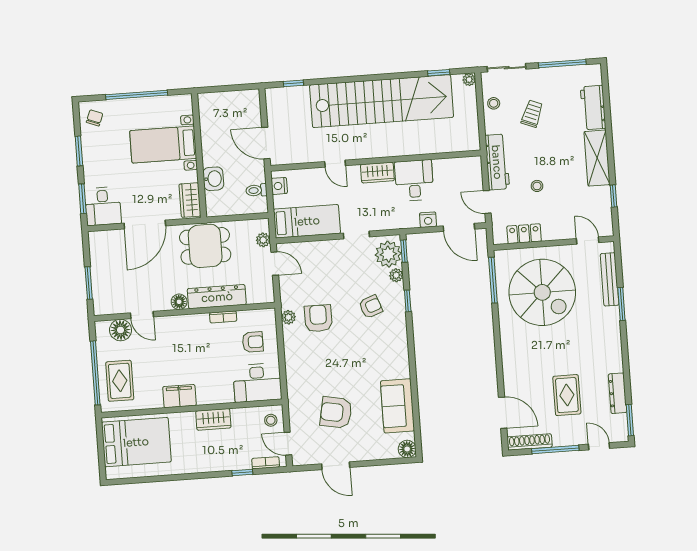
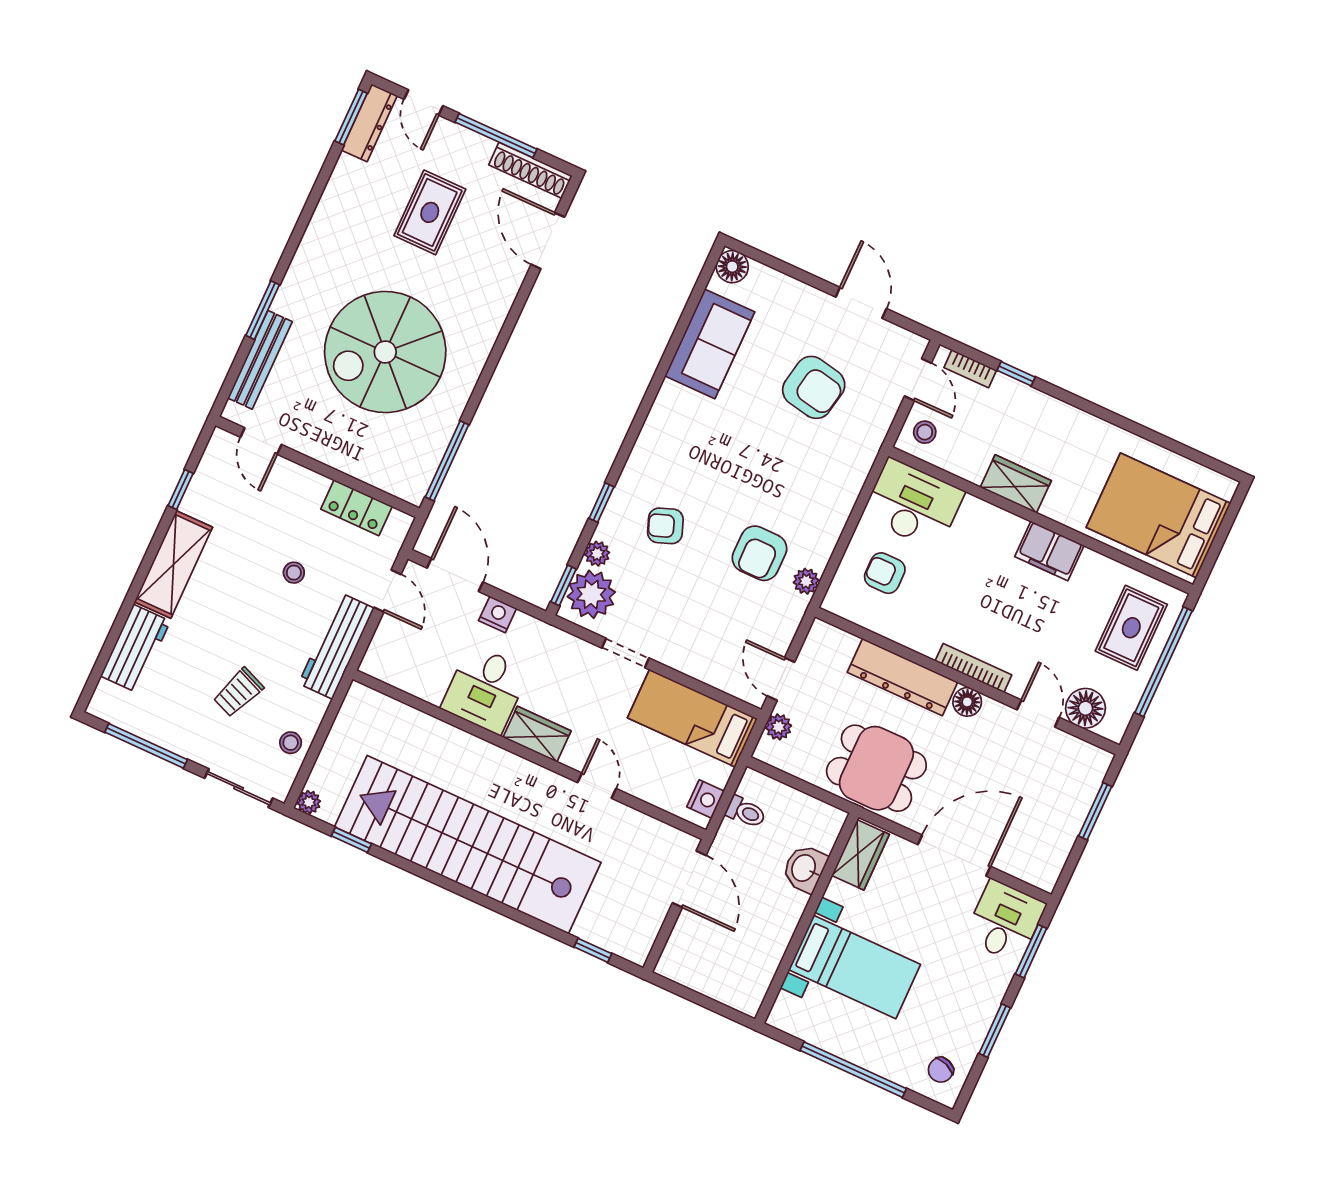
spiral stairs: (542, 292) -> (385, 352), moved, turned -90
bookcase: (223, 317) -> (973, 668), moved, width x1.56
dresser: (618, 393) -> (369, 123), moved

